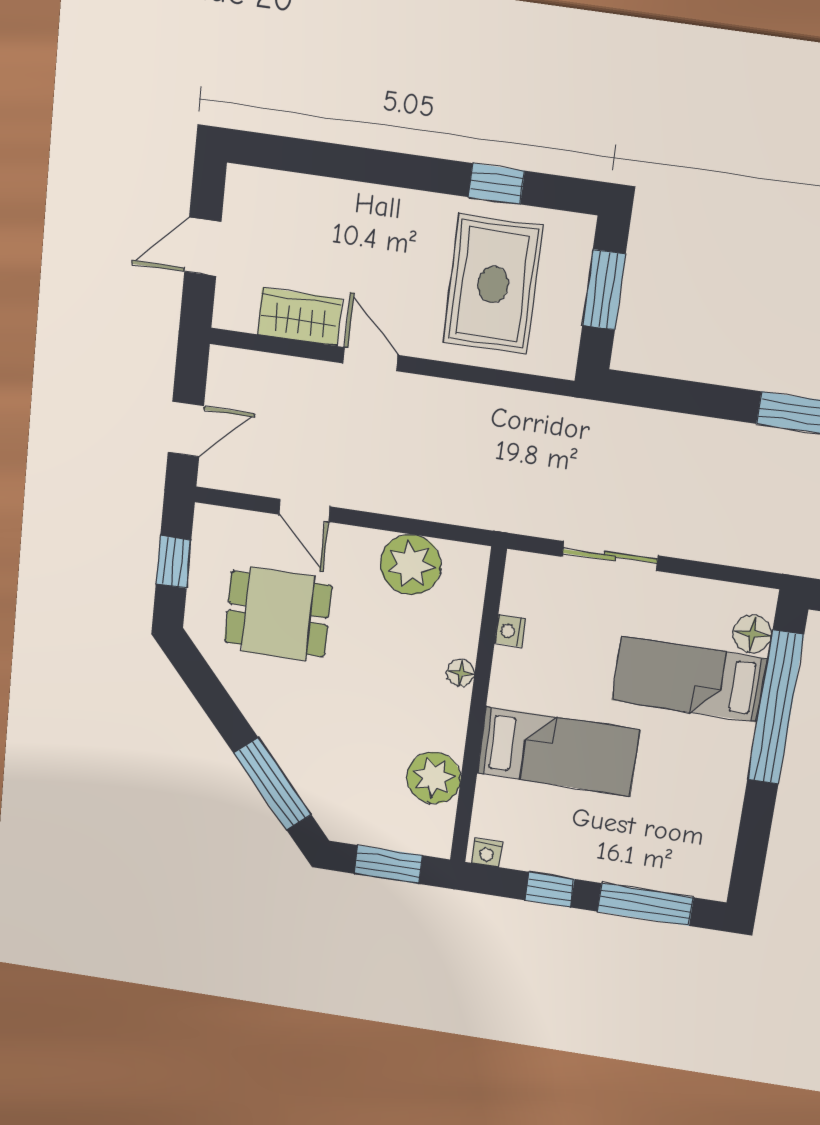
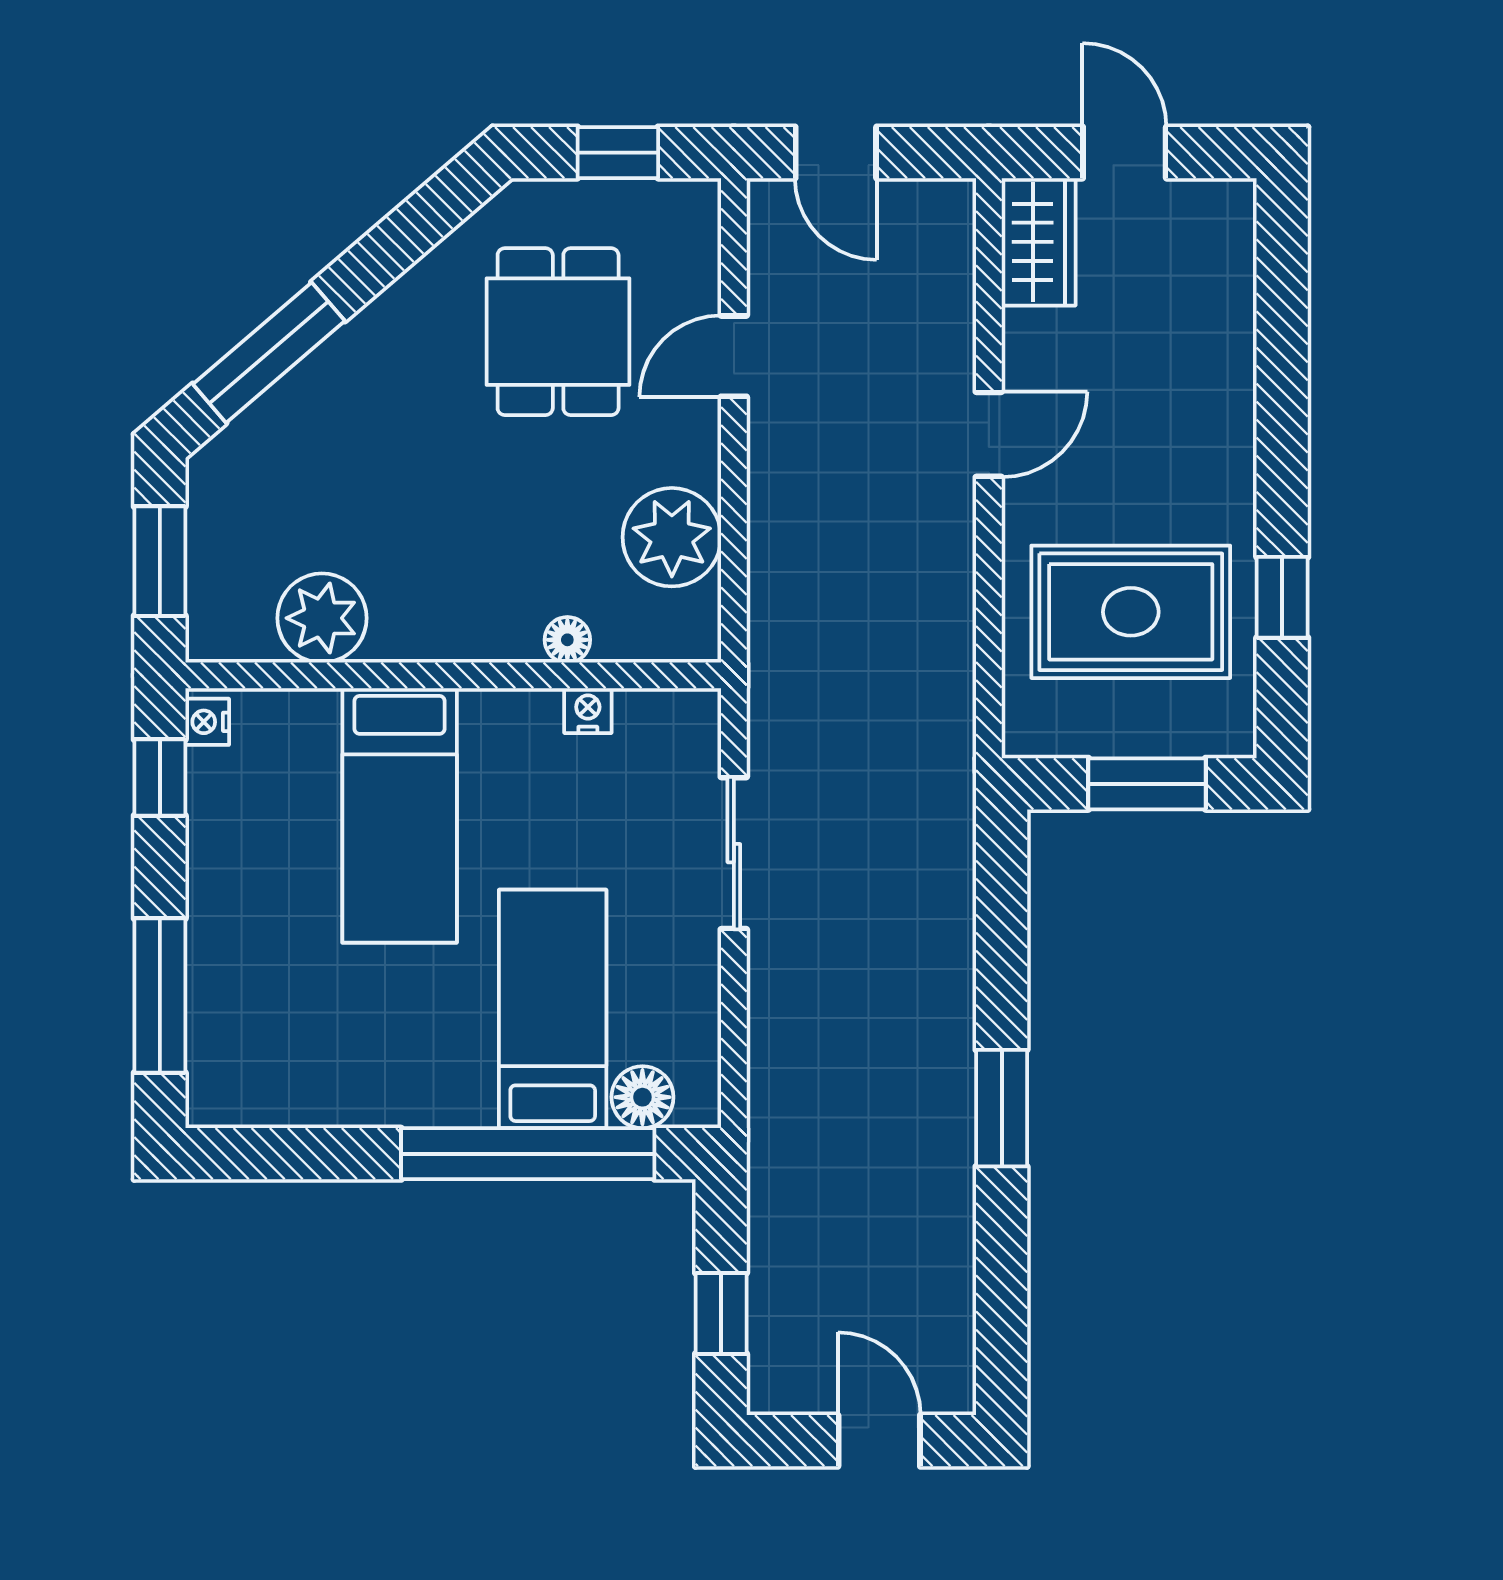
wardrobe: (300, 317) -> (1039, 242), moved
floor lamp: (461, 673) -> (567, 640), moved
window: (550, 890) -> (160, 777), moved

